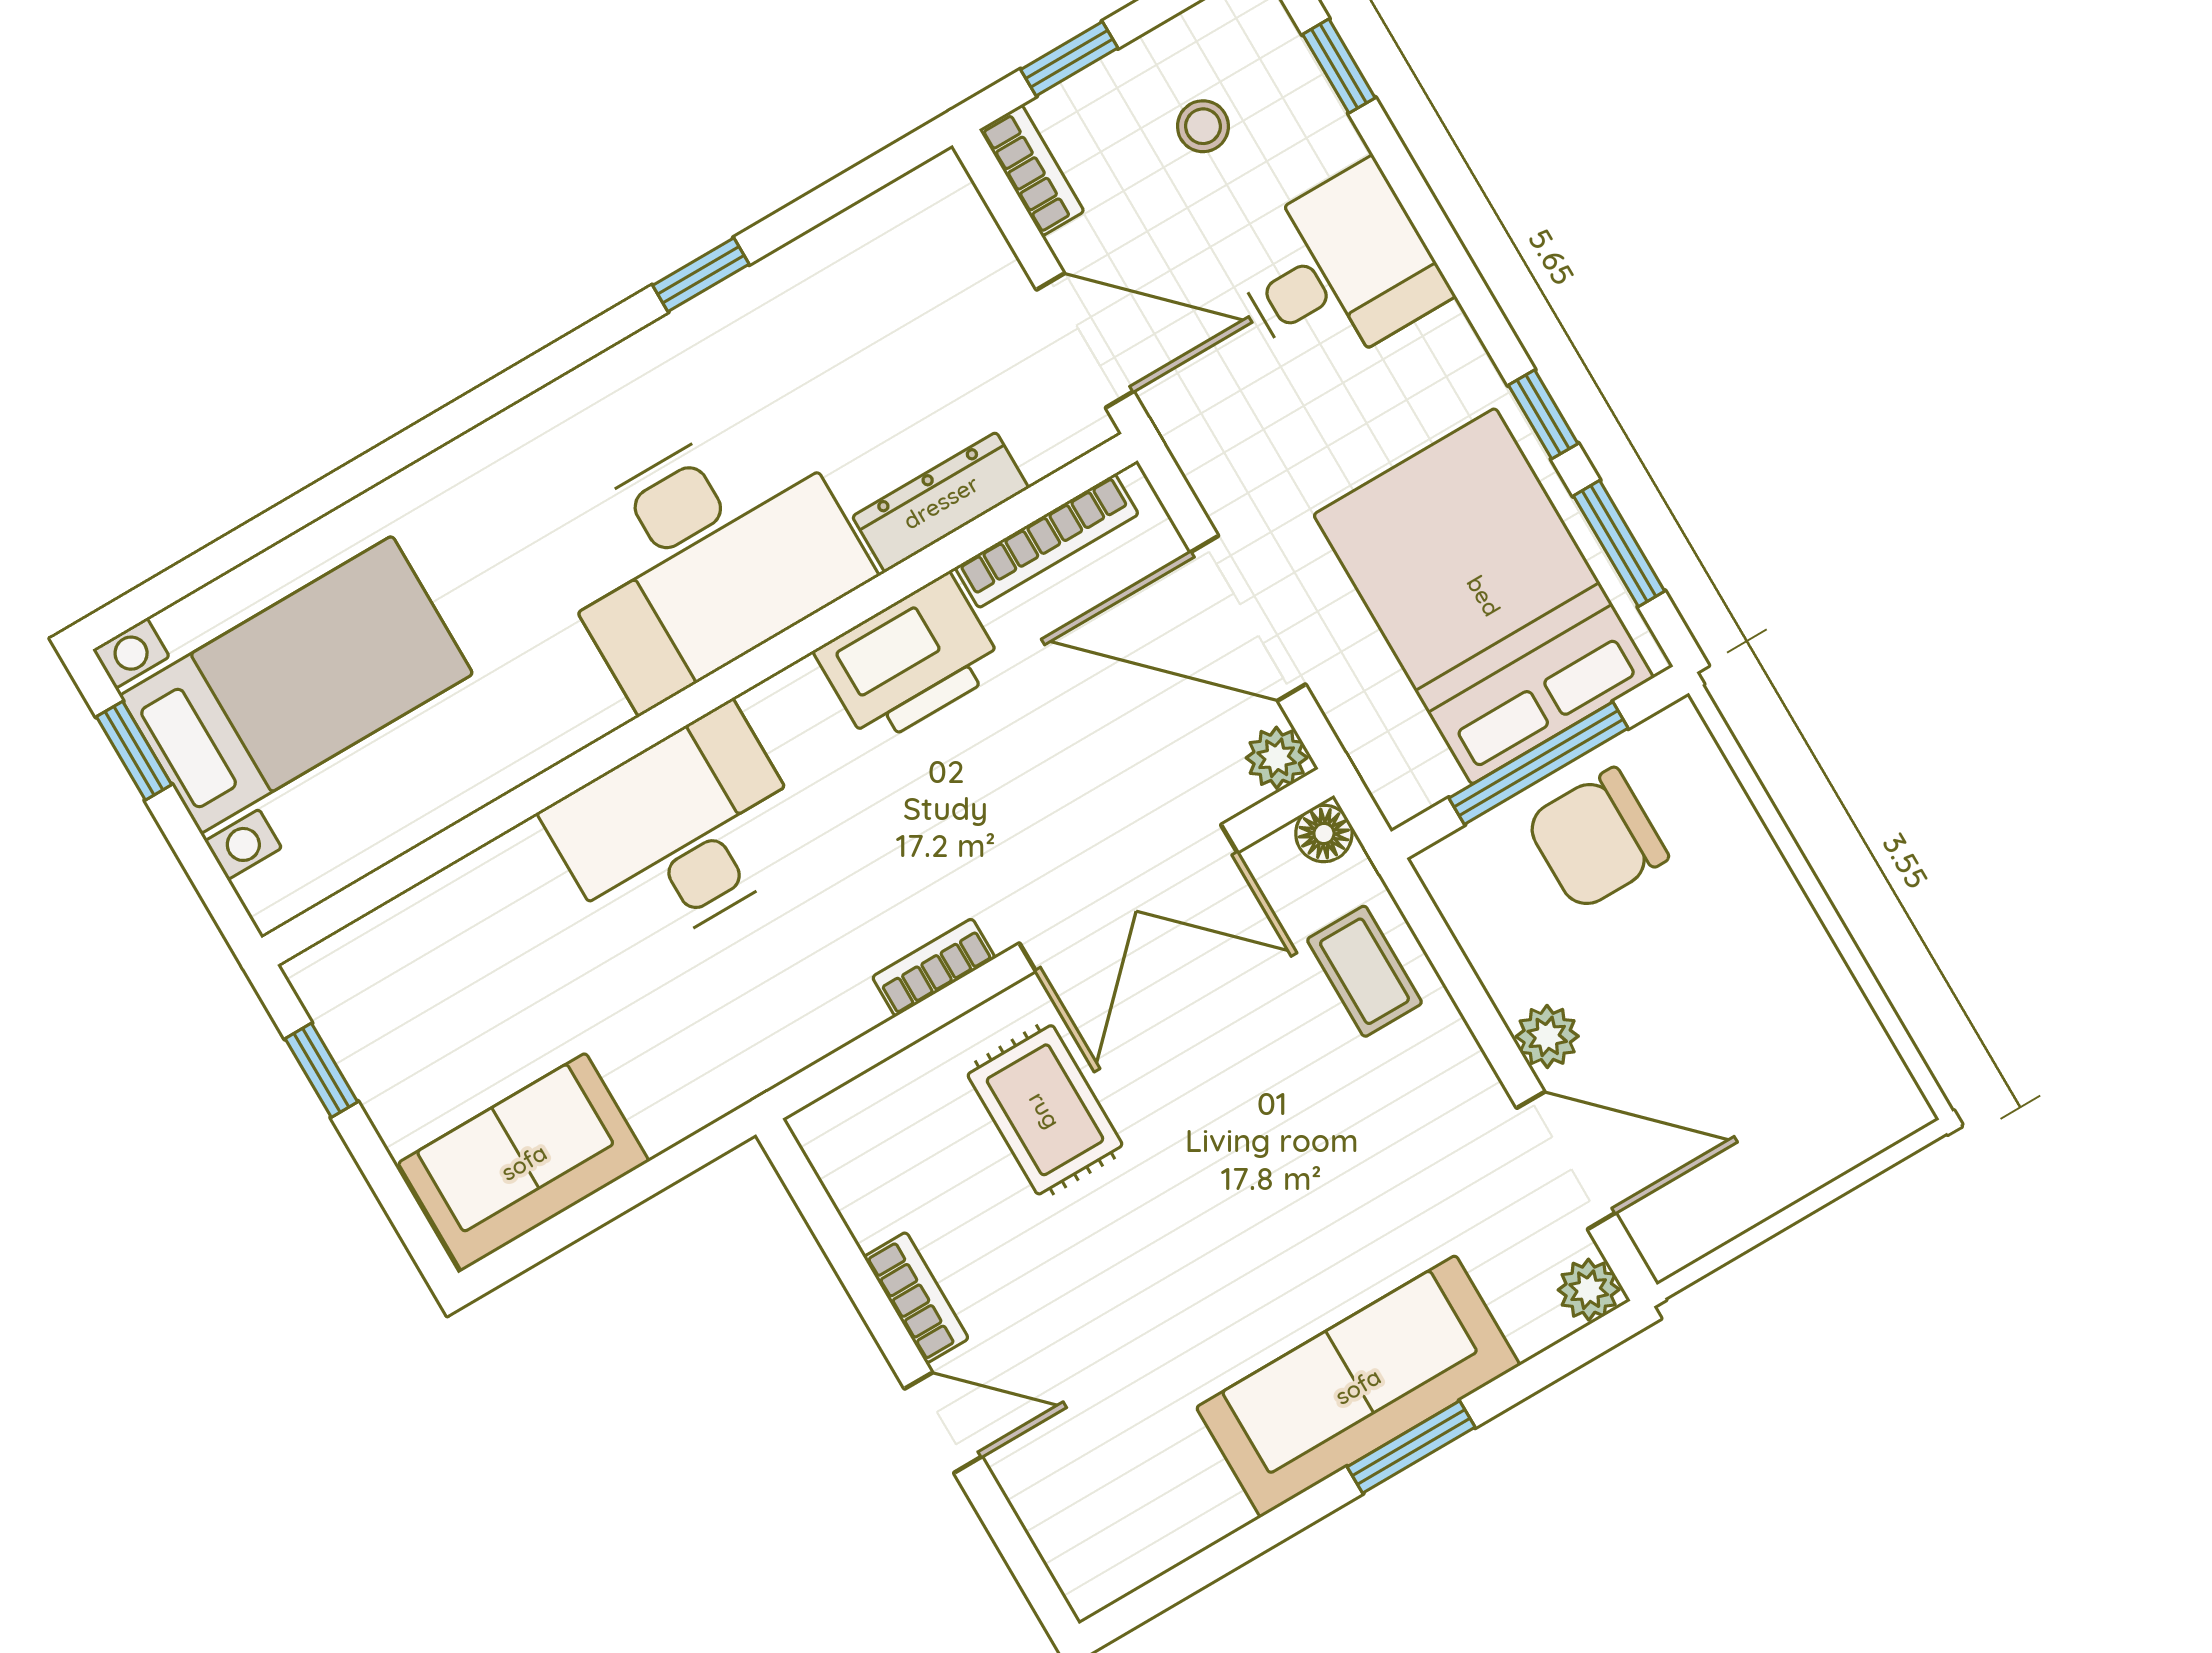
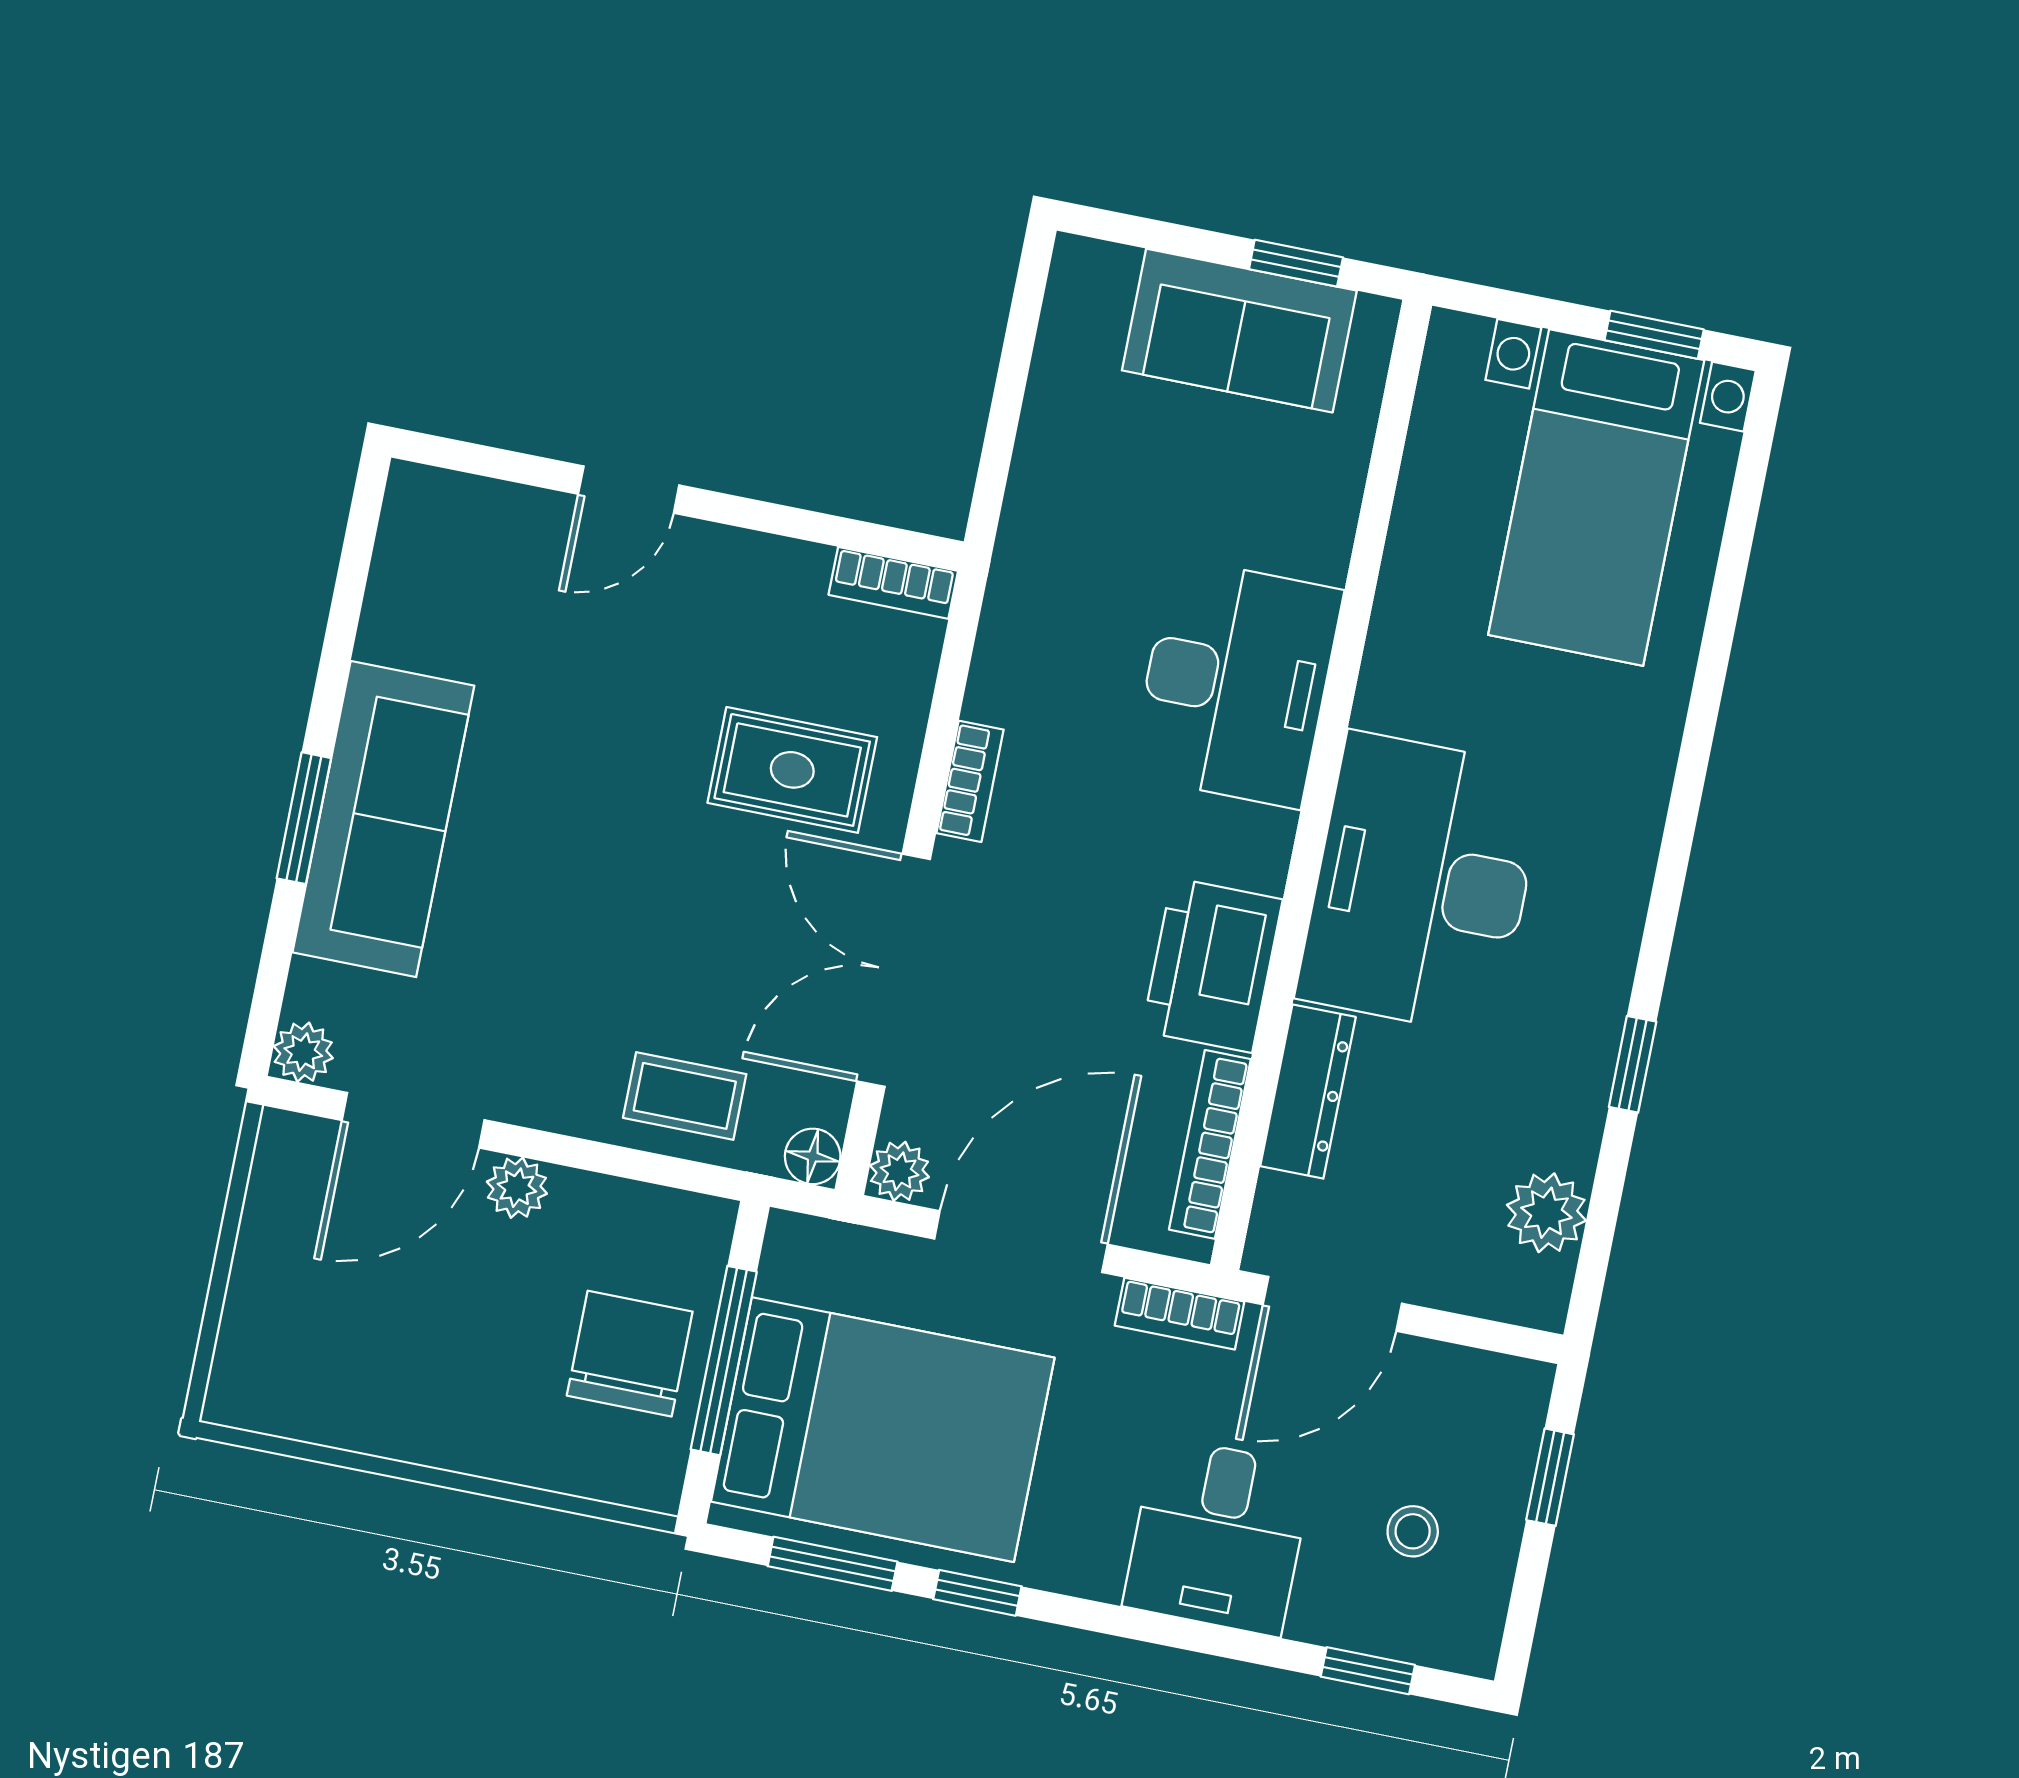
bookcase: (1032, 170) -> (1180, 1314), moved
plant: (871, 240) -> (1546, 1213), added
sofa: (524, 1162) -> (1239, 331), moved, turned 90
bookcase: (916, 1298) -> (893, 583), moved

